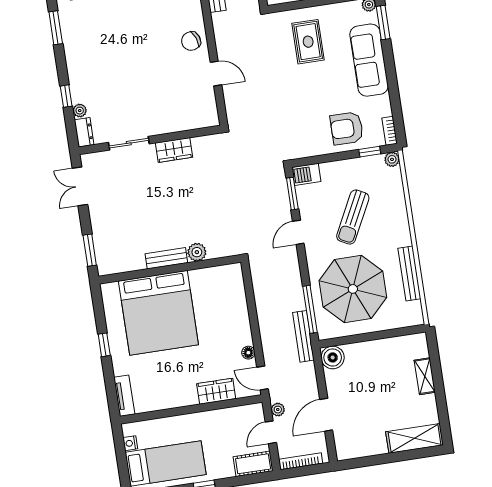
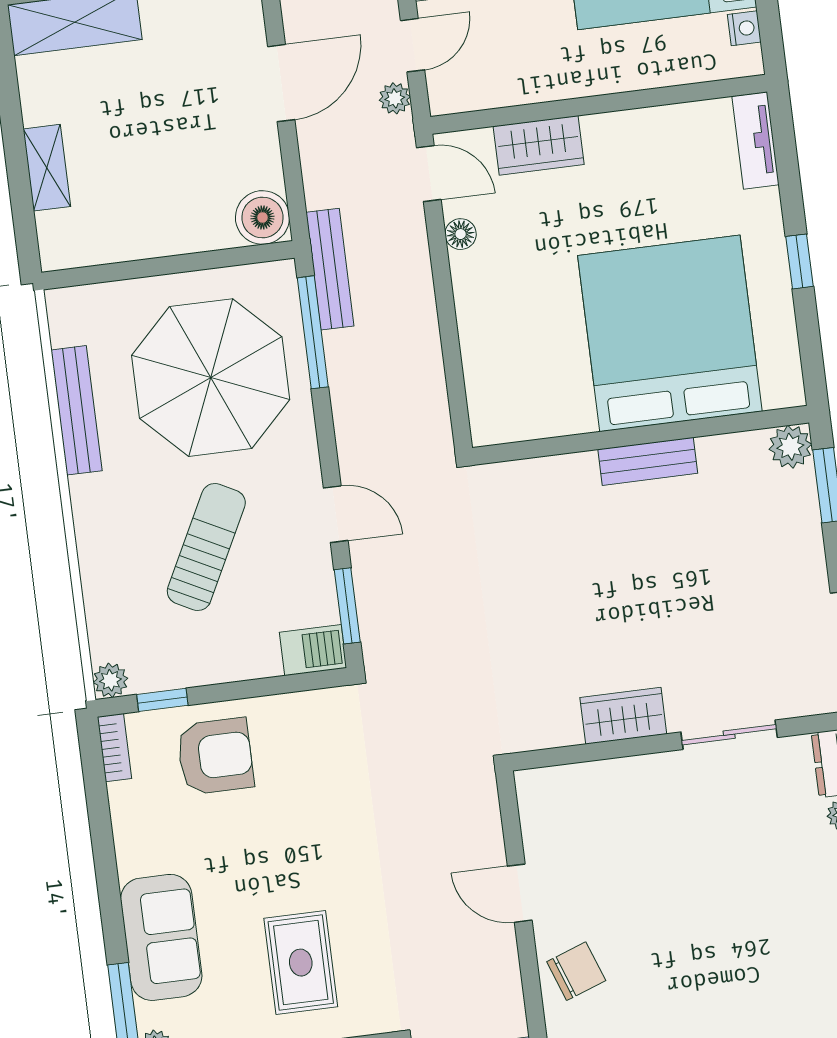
sofa: (369, 60) -> (161, 937), width x0.73
door: (298, 232) -> (336, 514), hinge flipped
plant: (197, 252) -> (790, 447), moved

